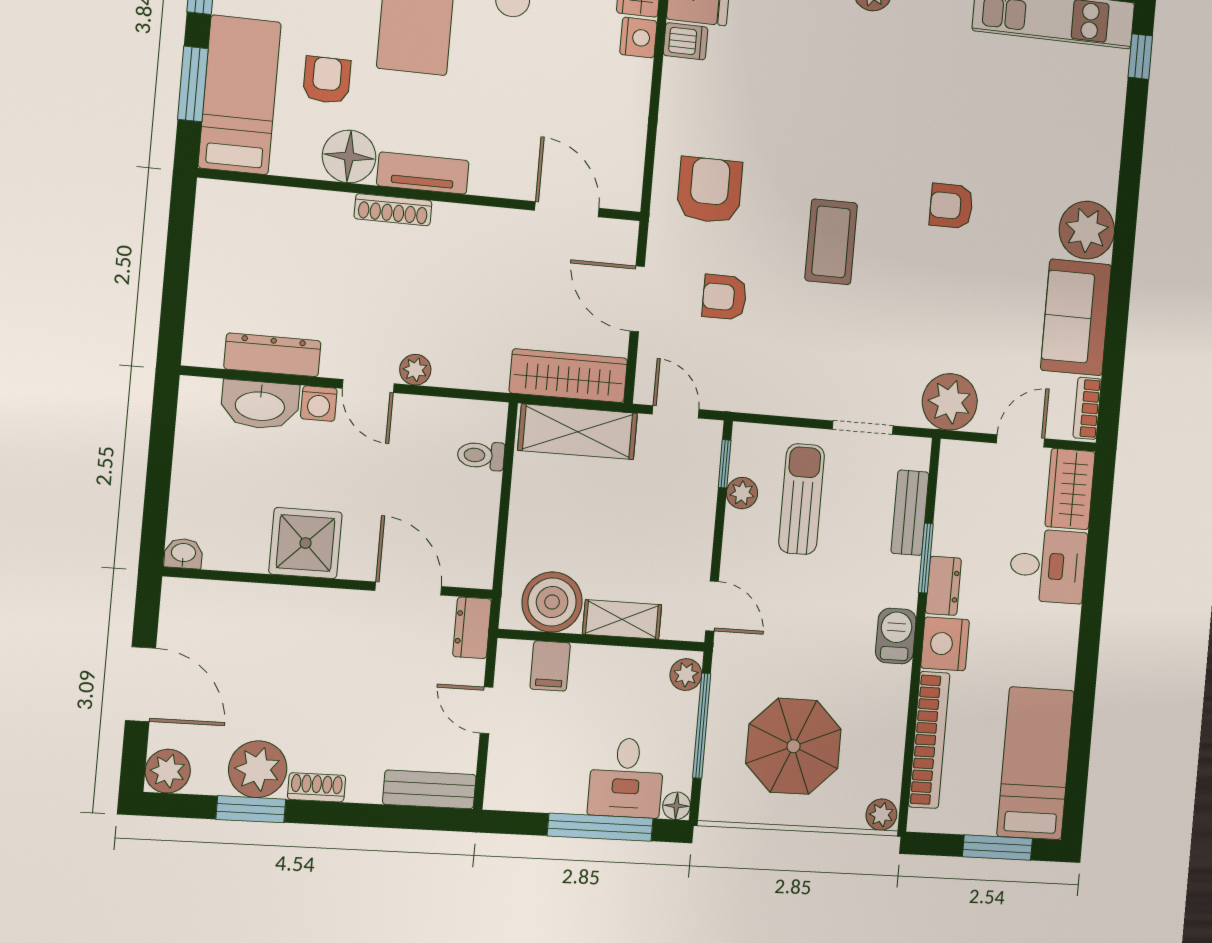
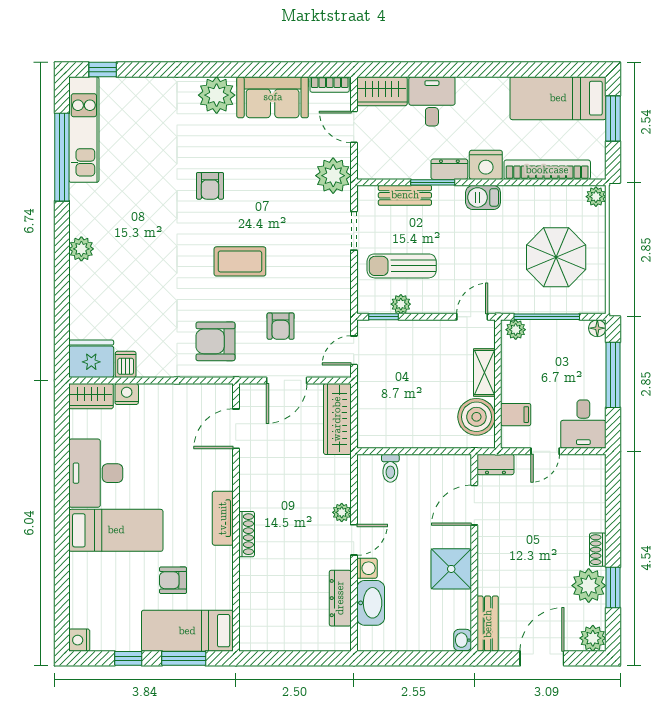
floor lamp: (349, 156) -> (217, 563), removed
shelving: (578, 432) -> (371, 410), removed
desk: (626, 778) -> (583, 424), moved, turned 90
bench: (429, 789) -> (488, 624), moved

